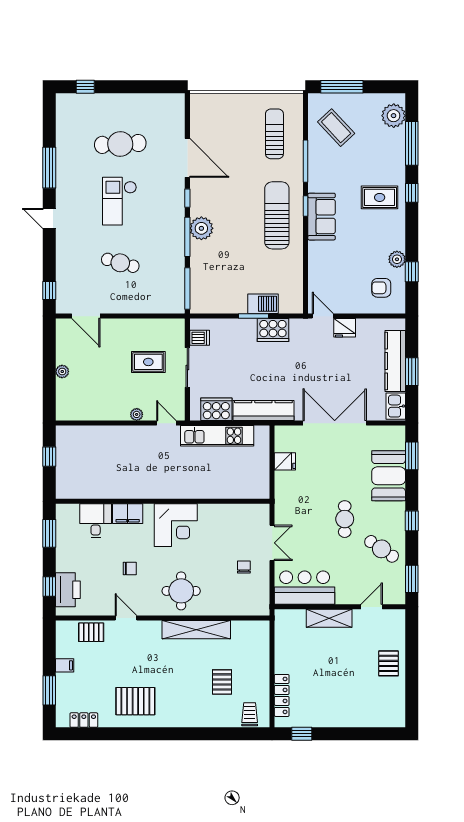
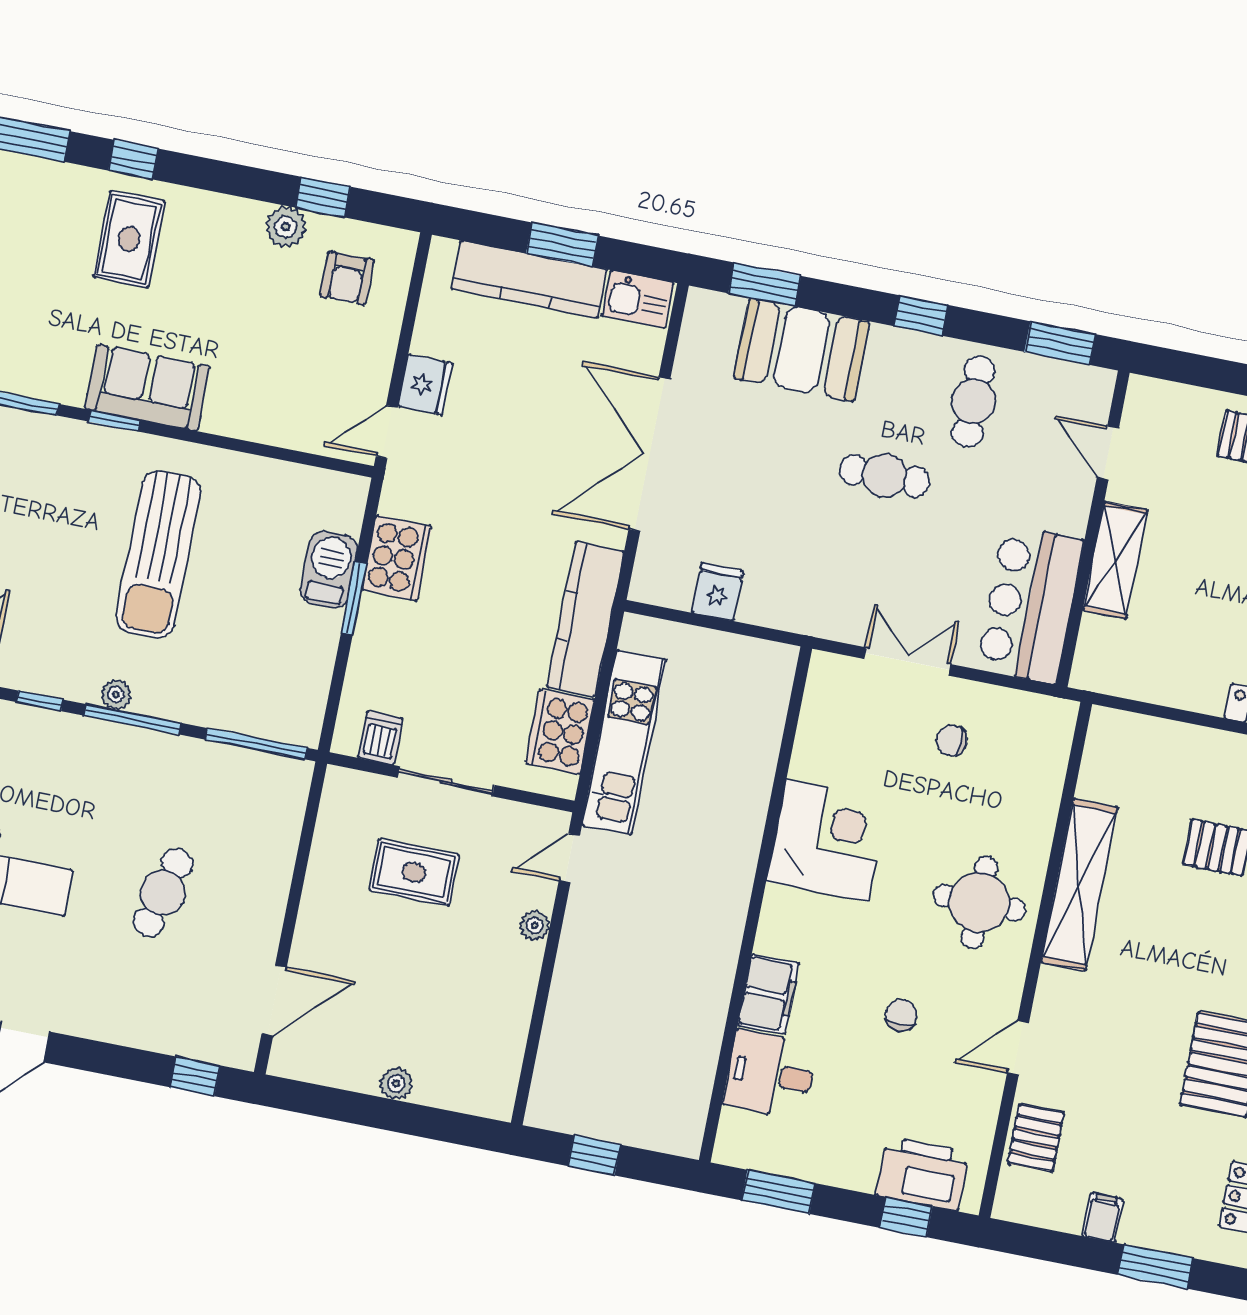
sun lounger: (277, 215) -> (158, 555), moved, turned -90
plant: (201, 228) -> (116, 695), width x0.53, depth x0.53
rug: (148, 362) -> (414, 872), turned 90
corner desk: (176, 525) -> (828, 840), moved
cafe table: (382, 549) -> (974, 401), turned -34

